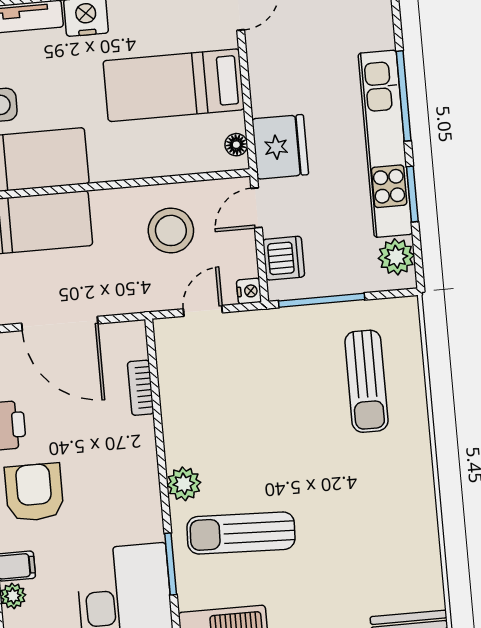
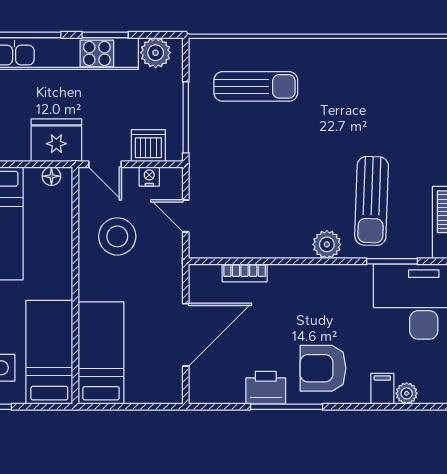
nightstand: (249, 291) -> (149, 177), moved

